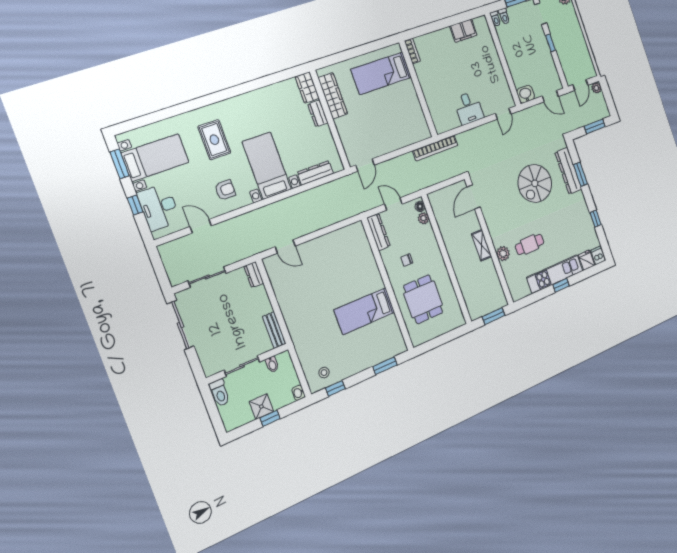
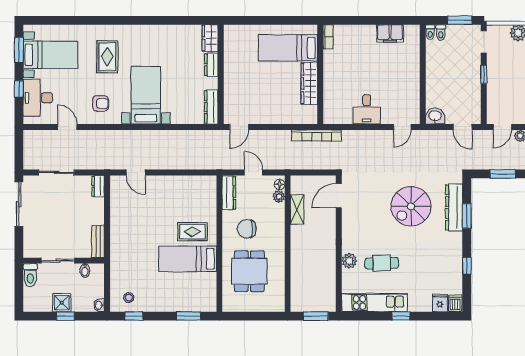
wardrobe: (333, 96) -> (309, 83), moved, turned 180
dresser: (315, 173) -> (211, 107), moved, turned -90
shelving: (482, 245) -> (297, 209), moved
chair: (407, 260) -> (247, 229), width x1.87, depth x1.87
kitchen unit: (555, 274) -> (374, 303), moved
rug: (359, 283) -> (192, 232), added

